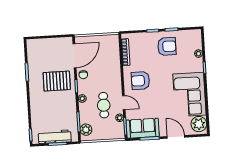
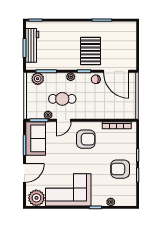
armchair: (167, 46) -> (120, 169), turned 90
armchair: (140, 81) -> (86, 139), turned 90

